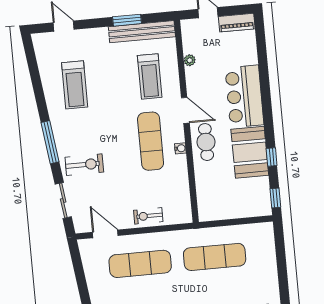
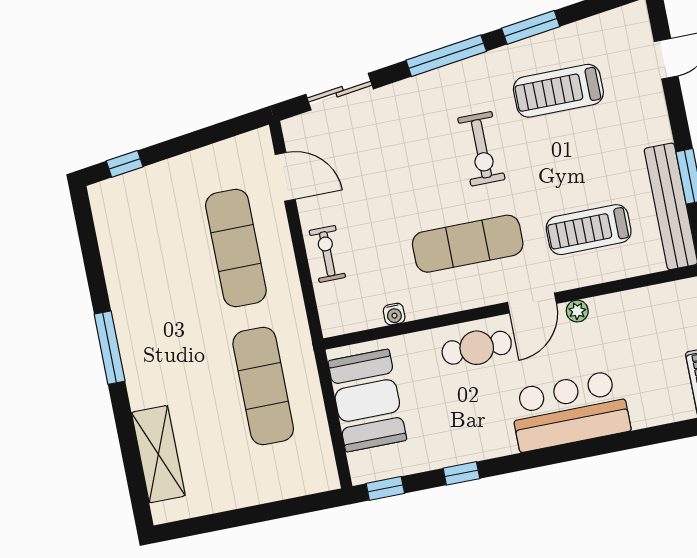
plant: (190, 60) -> (577, 311), moved
window: (40, 96) -> (531, 27), added
water cooler: (180, 148) -> (394, 314), moved
booth: (250, 152) -> (367, 401), moved, turned 90
exercise bike: (84, 165) -> (481, 149), moved
door: (105, 234) -> (285, 177), hinge flipped

